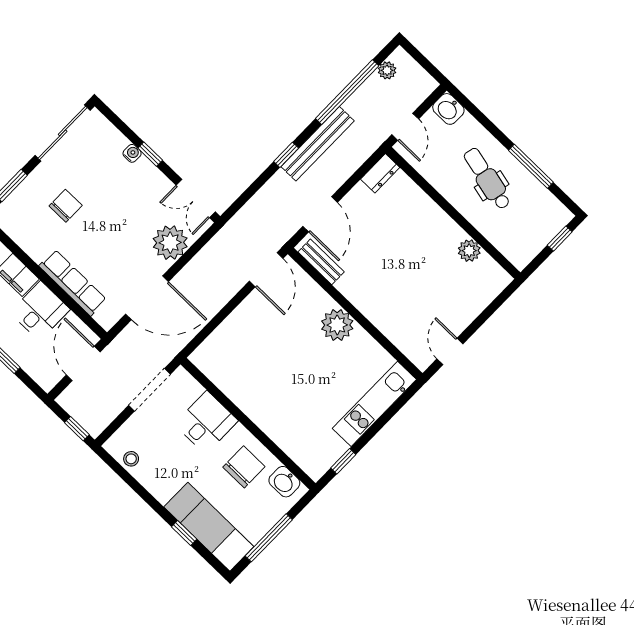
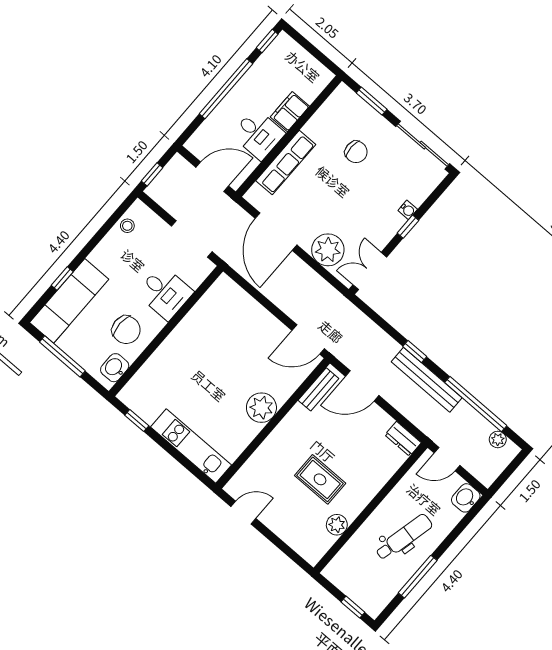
rug: (419, 266) -> (320, 479), added

